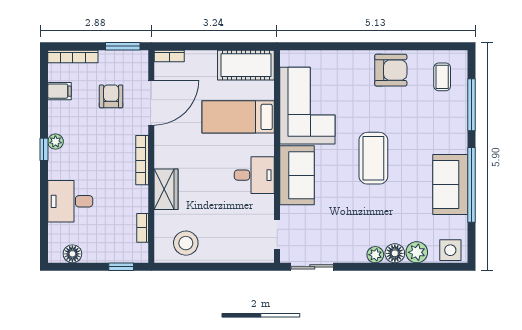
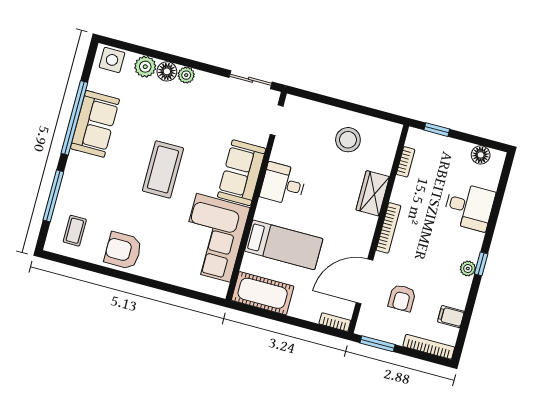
stool: (186, 243) -> (348, 140), moved

